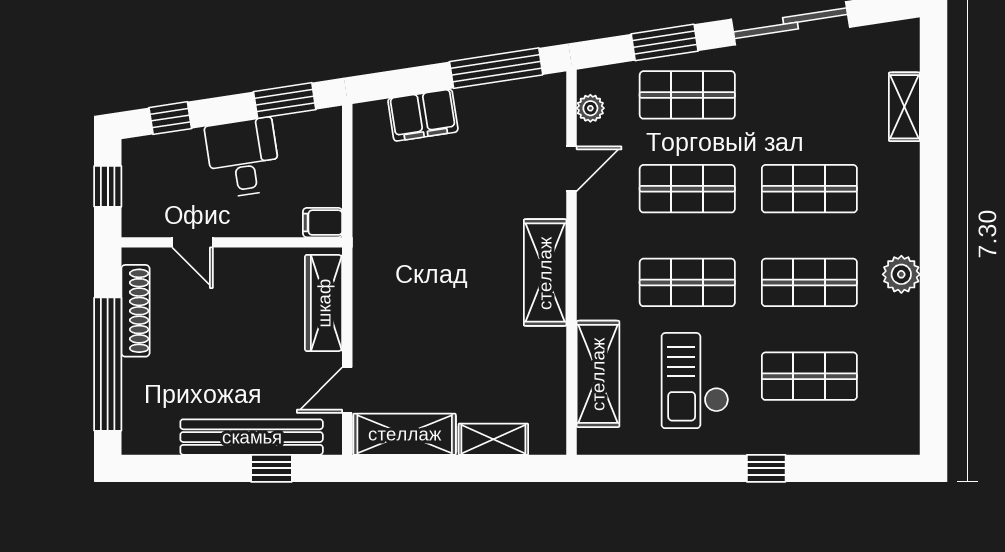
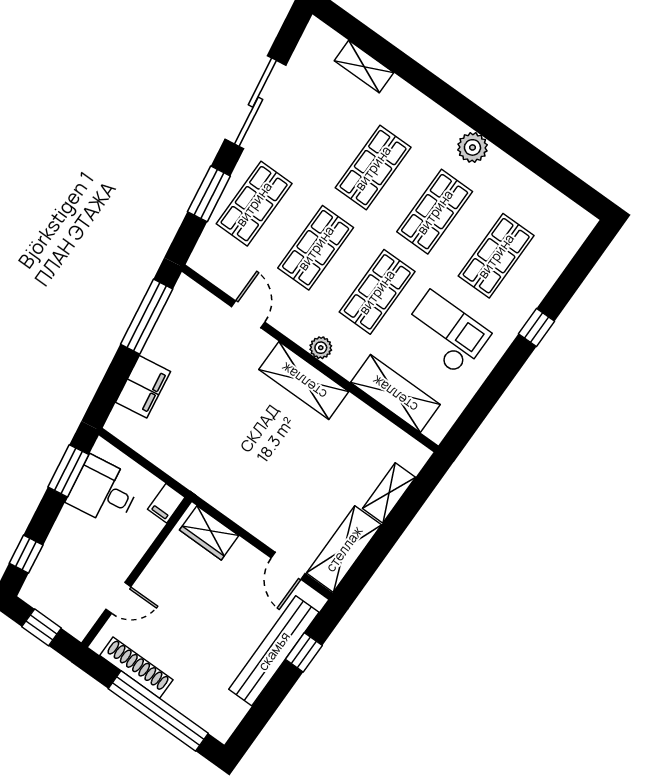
plant: (590, 108) -> (321, 348), moved
desk: (243, 158) -> (104, 491), moved
wardrobe: (324, 303) -> (209, 533), width x0.67
checkout: (695, 381) -> (445, 333), turned 180

